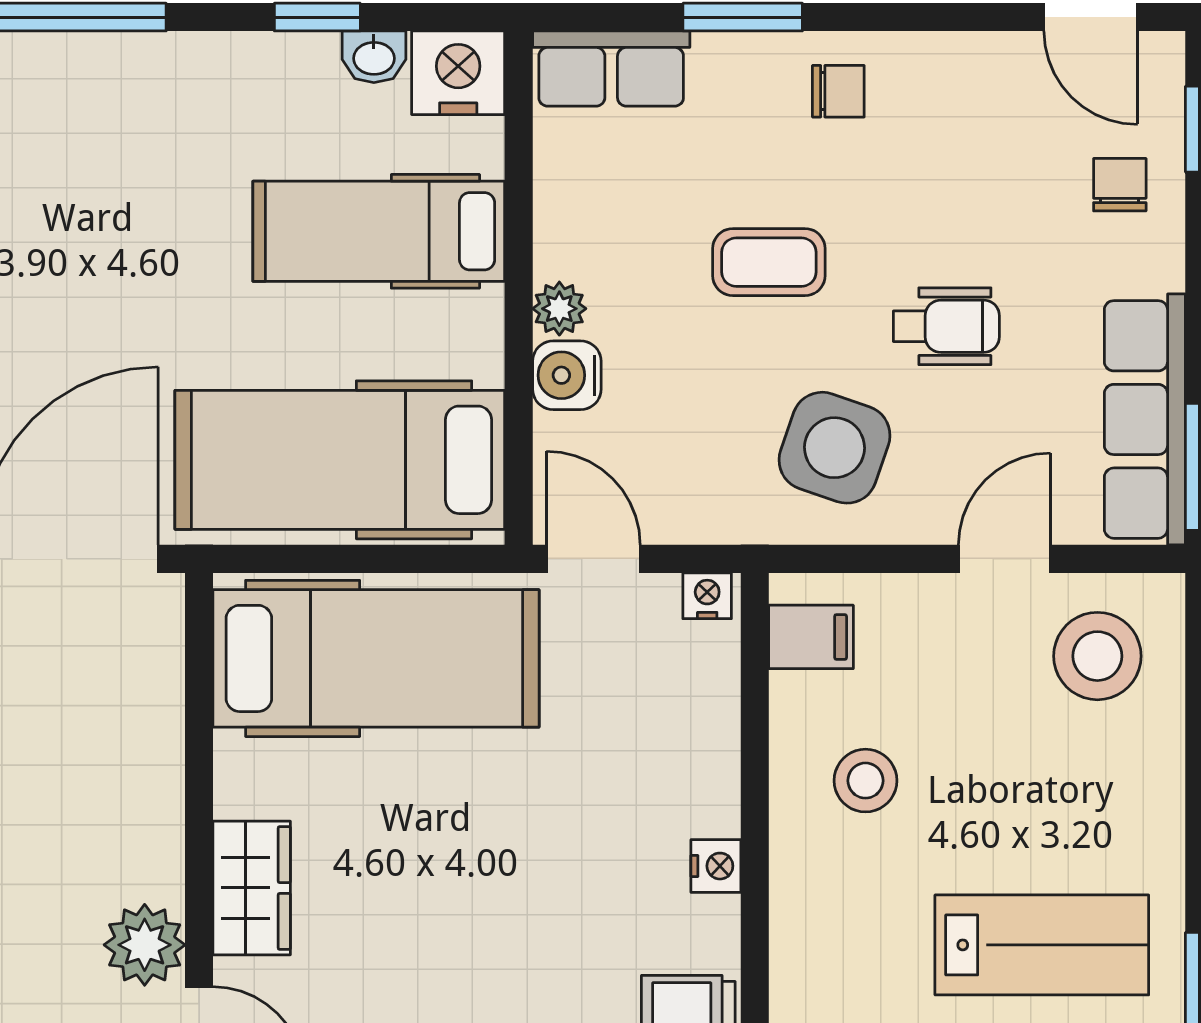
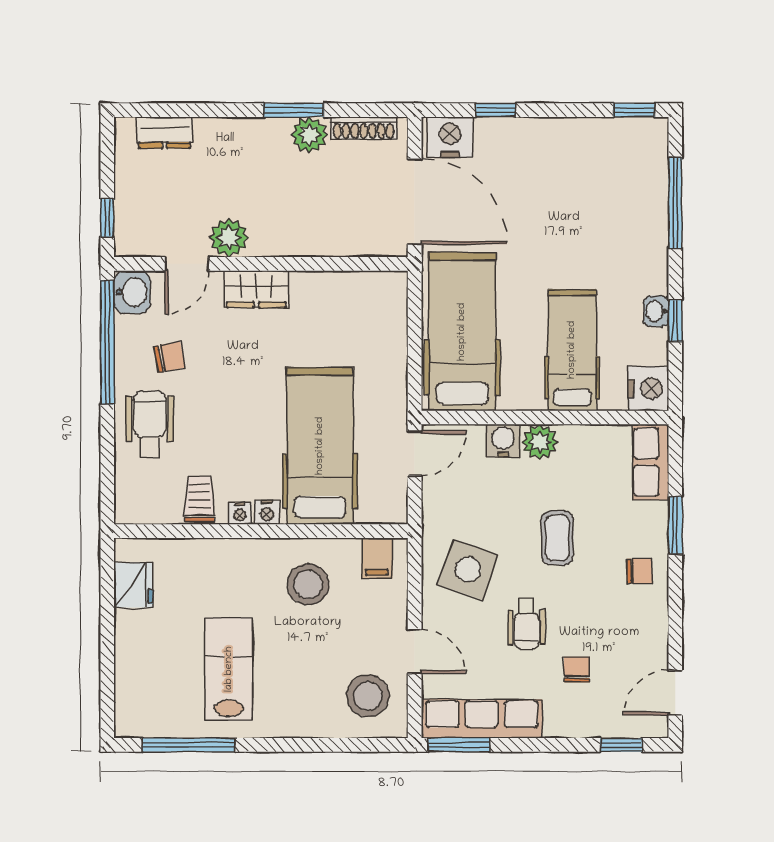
washbasin: (374, 57) -> (656, 311), moved
chair: (838, 91) -> (640, 571), turned -90
chair: (1120, 185) -> (577, 669), moved, turned -90
plant: (559, 309) -> (540, 442), width x1.38, depth x1.38
nightstand: (707, 596) -> (240, 513), moved, turned 90
hospital bed: (376, 658) -> (320, 446), moved, turned 180
stool: (865, 781) -> (308, 584), width x1.38, depth x1.38
lab bench: (1042, 945) -> (229, 669), turned 180

